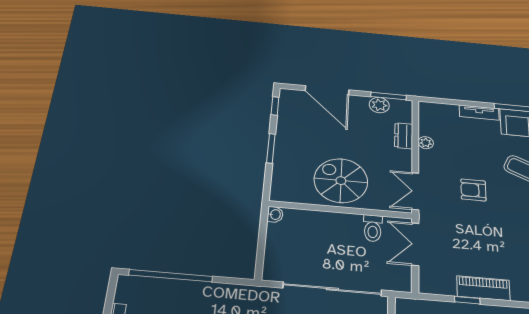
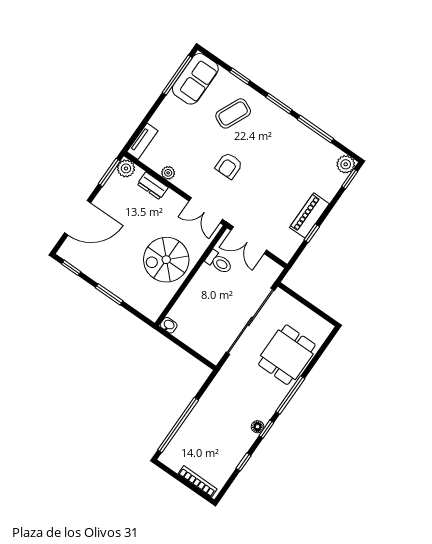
plant: (379, 105) -> (126, 168), moved
tv unit: (479, 113) -> (142, 141), moved

